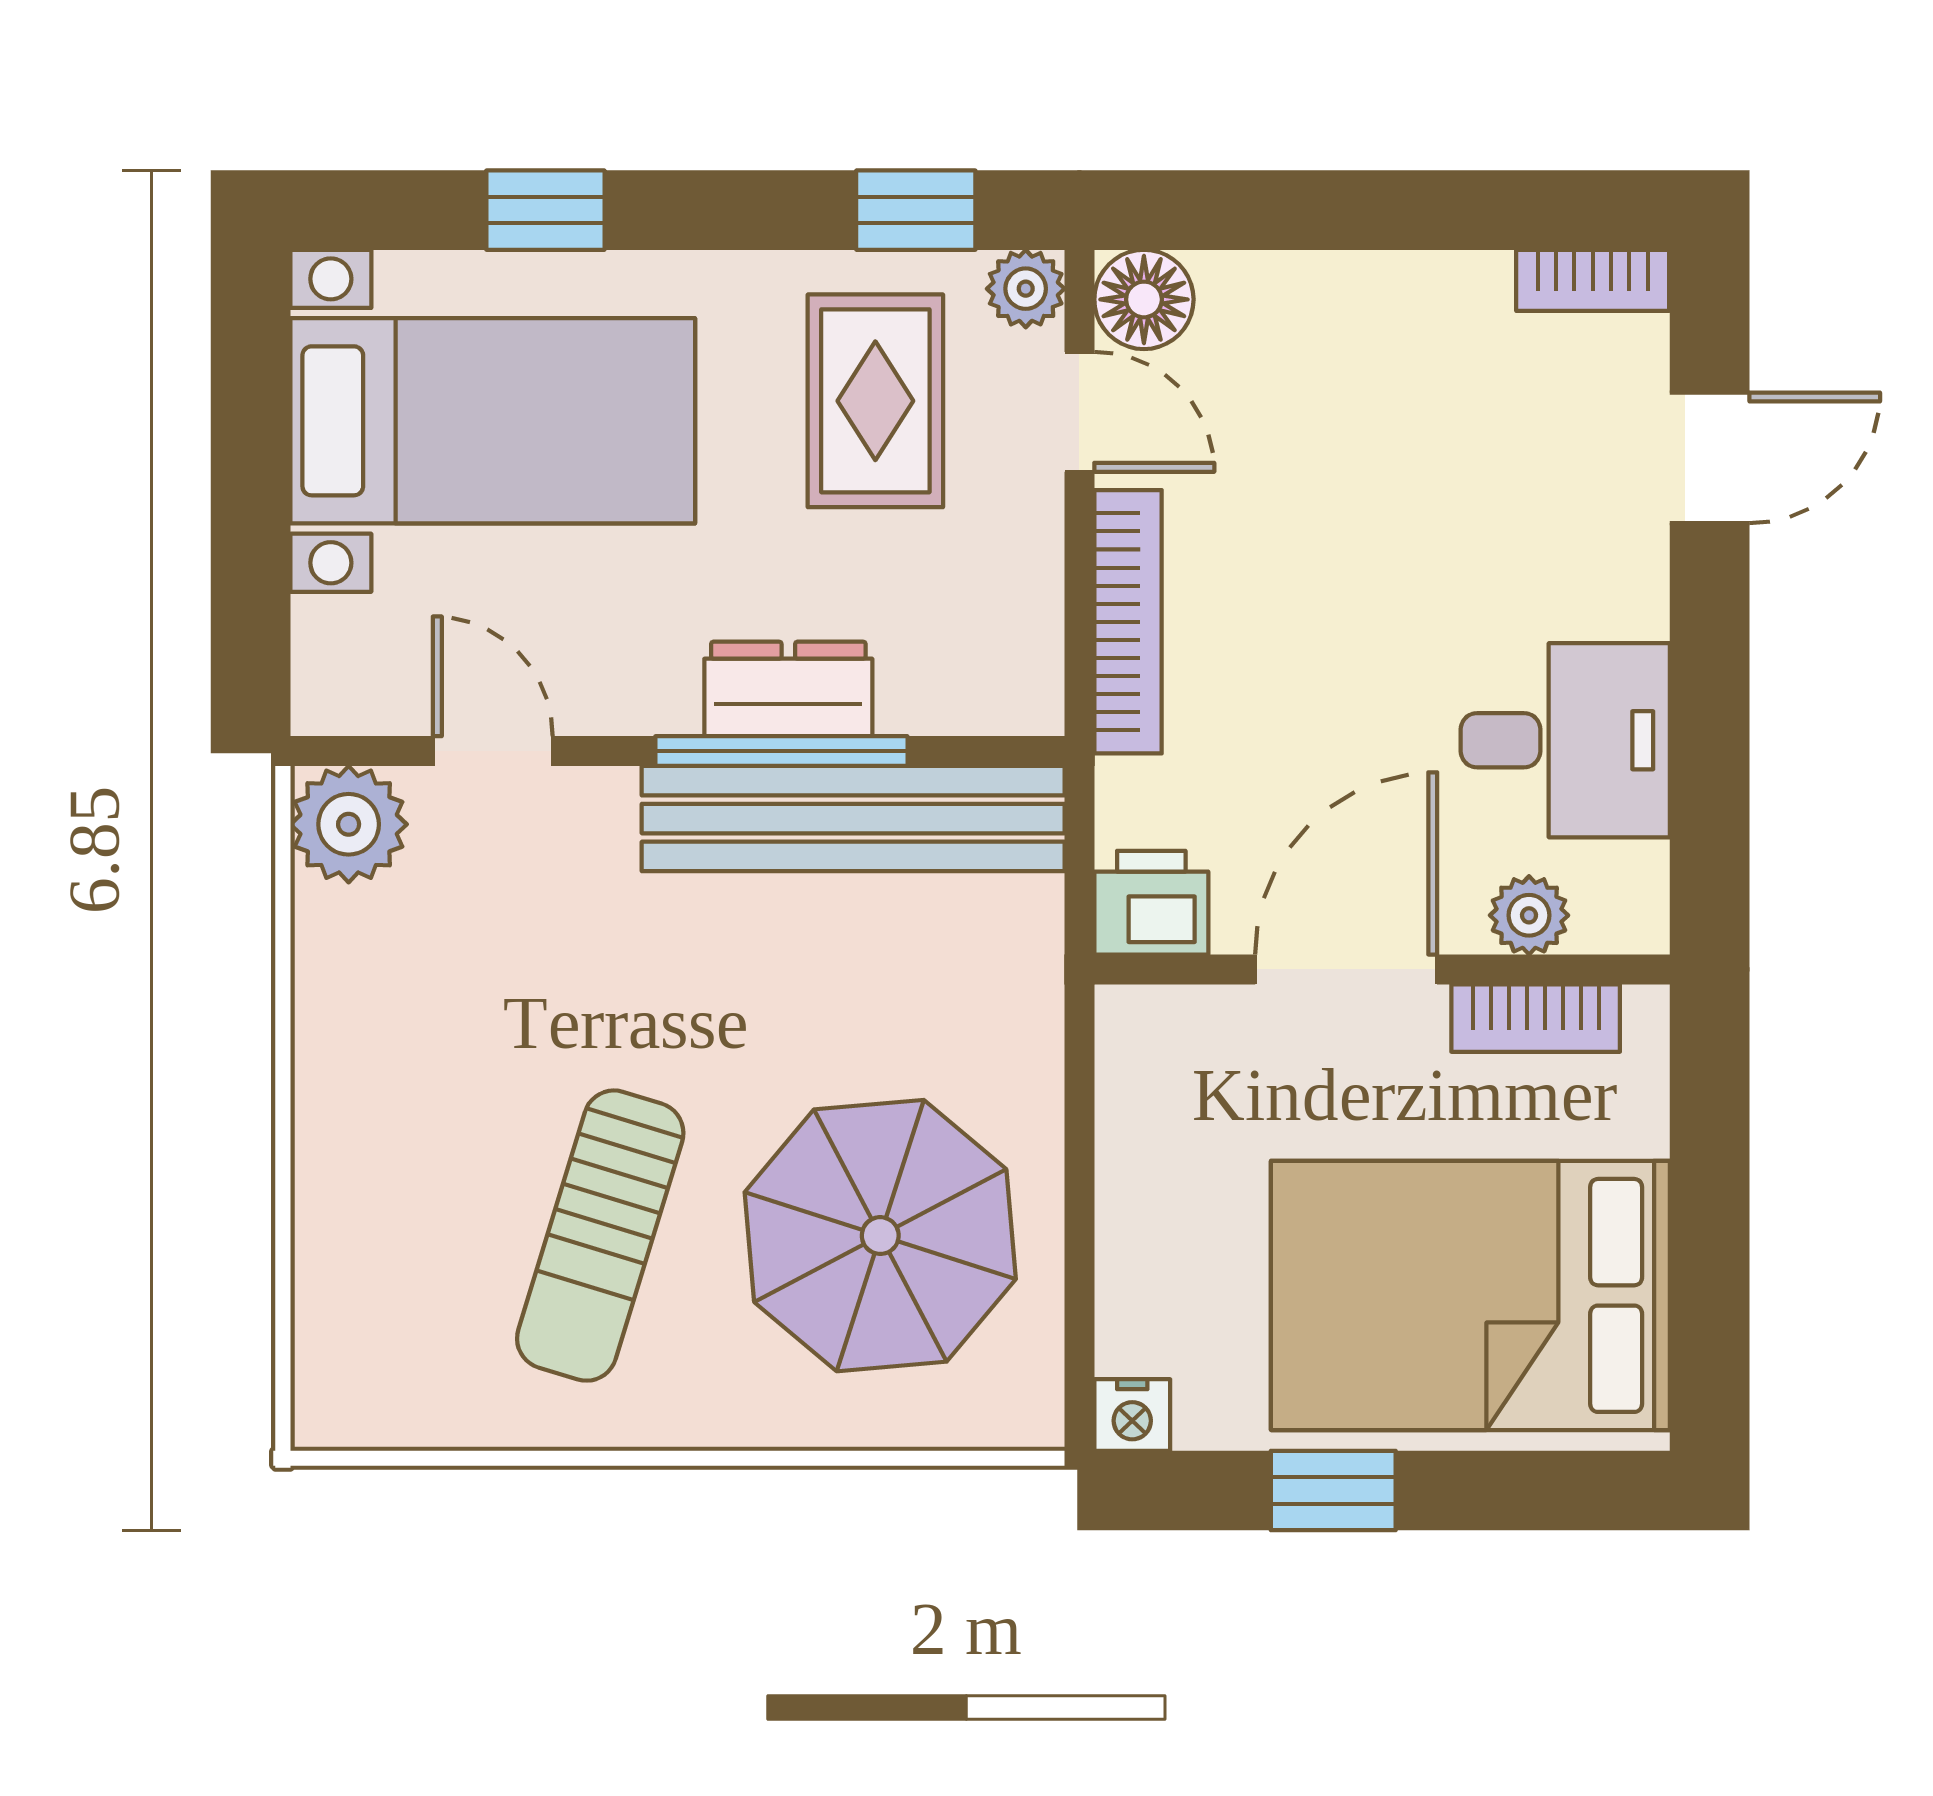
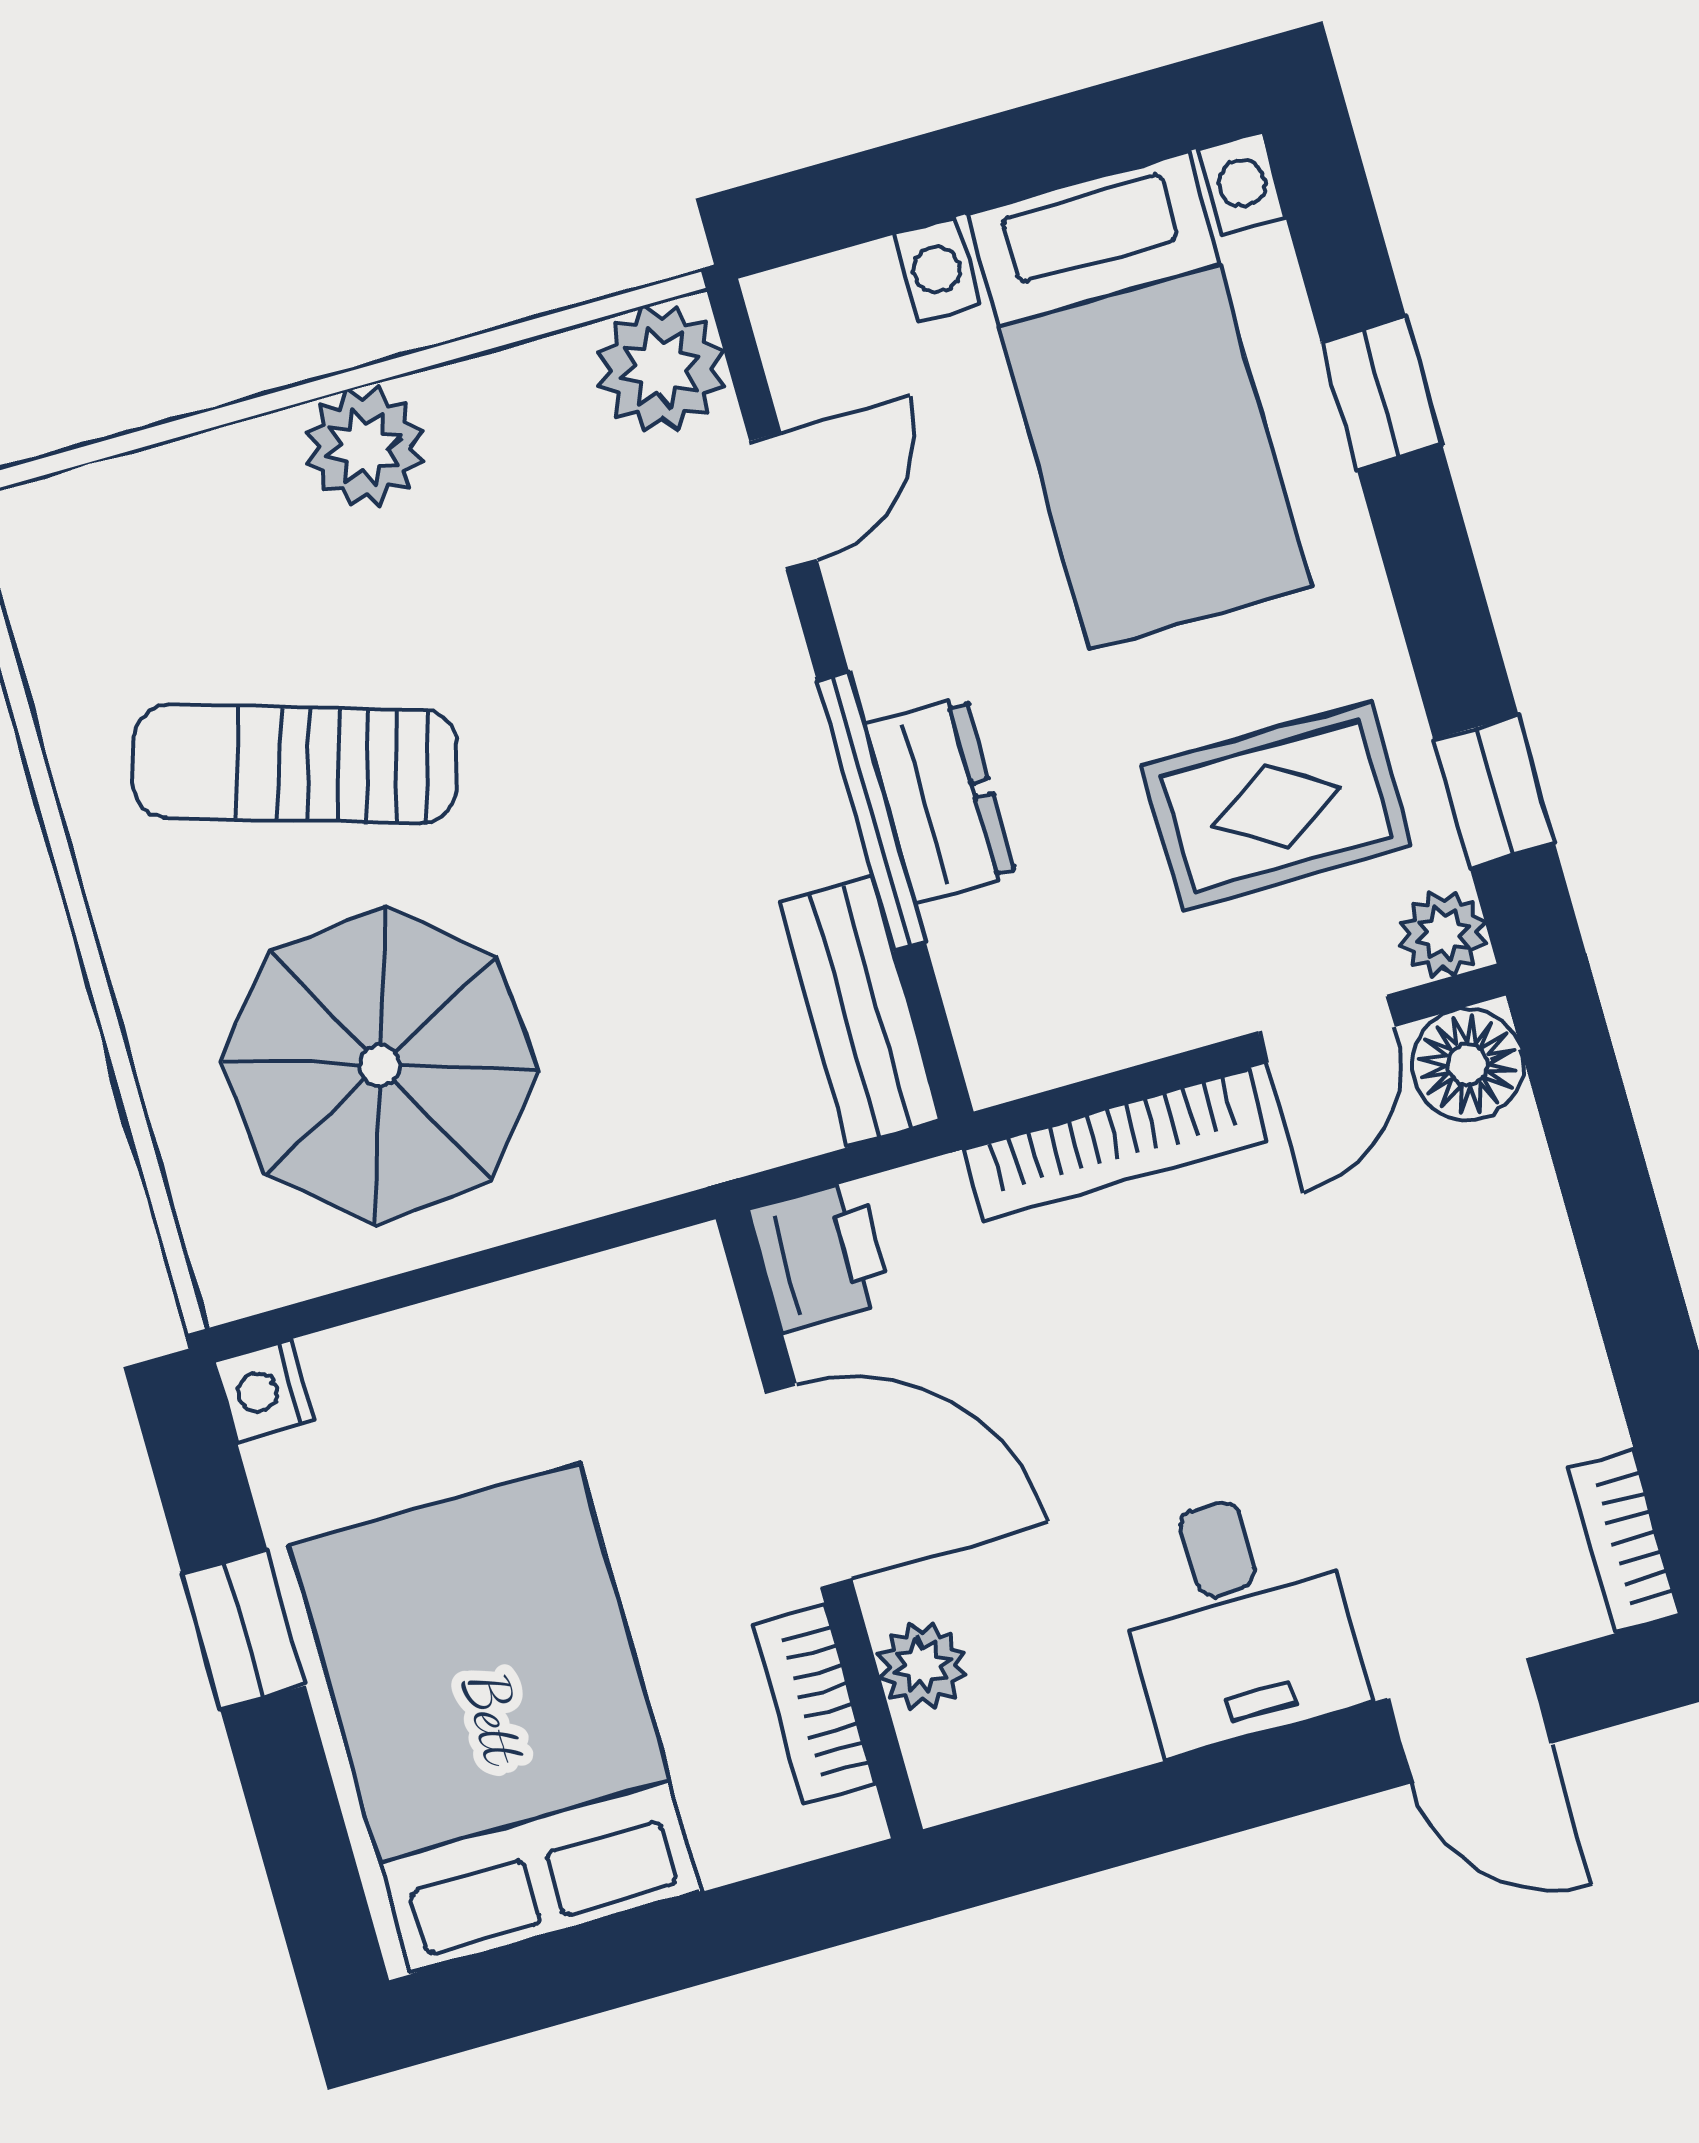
desk: (1565, 740) -> (1238, 1619), moved
bench: (853, 819) -> (860, 1012), width x0.54, depth x0.82
plant: (344, 1099) -> (364, 447), added

